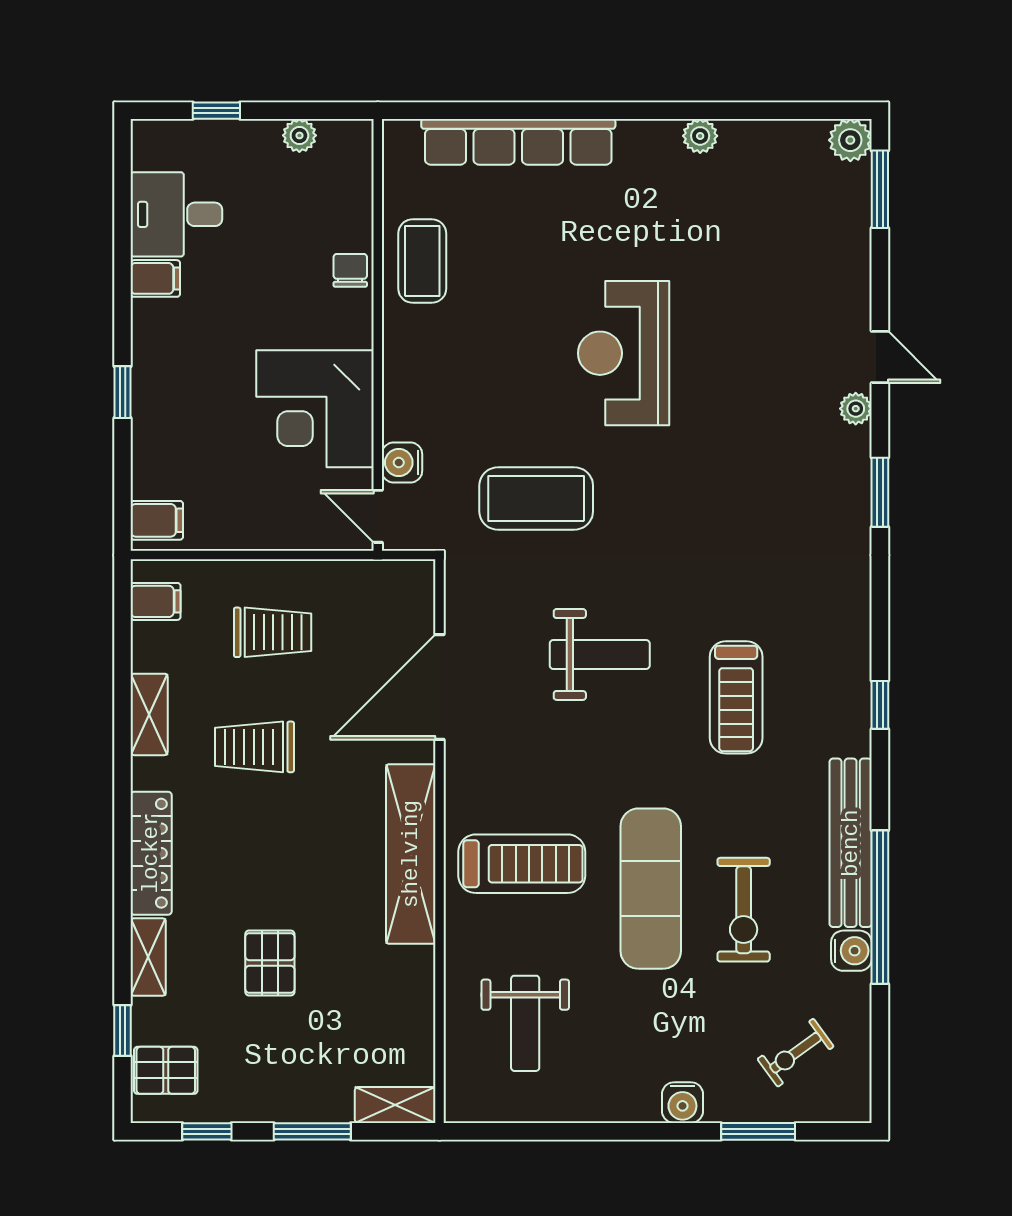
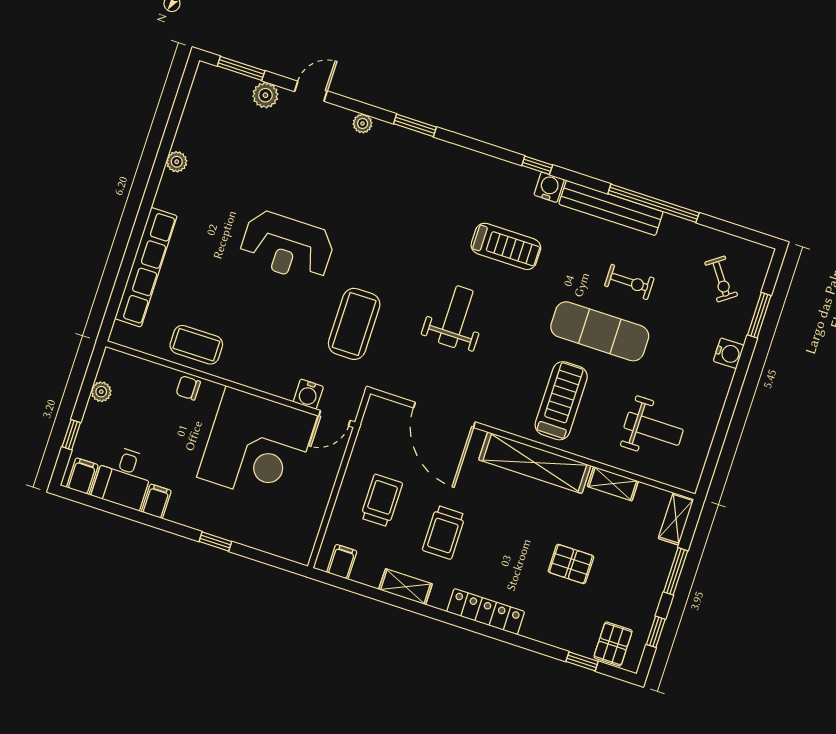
plant: (850, 140) -> (265, 95), moved
door: (880, 357) -> (311, 91), moved
corner desk: (315, 409) -> (257, 446), width x1.36, depth x1.36
filing cabinet: (157, 520) -> (82, 476), moved
exercise bike: (744, 910) -> (629, 282), width x0.73, depth x0.72
water cooler: (851, 951) -> (549, 187), moved
shelving: (148, 957) -> (613, 484), moved

